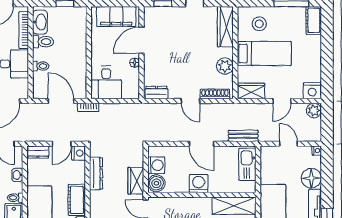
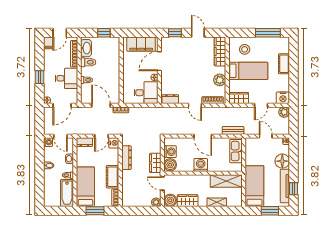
cot: (314, 20) -> (284, 64), moved
desk: (106, 83) -> (146, 93), moved, turned -90

